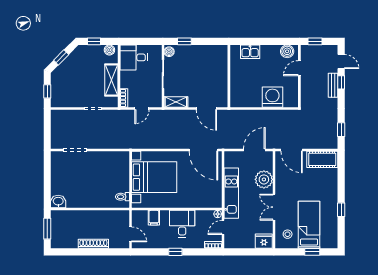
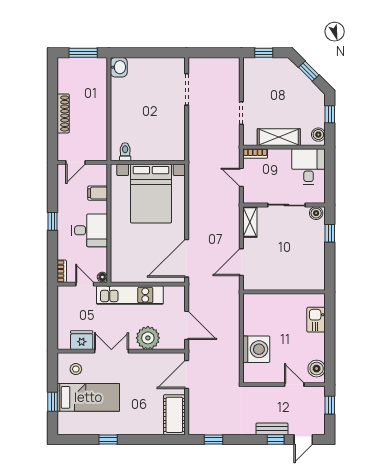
fridge: (264, 241) -> (82, 340), moved, turned -90

